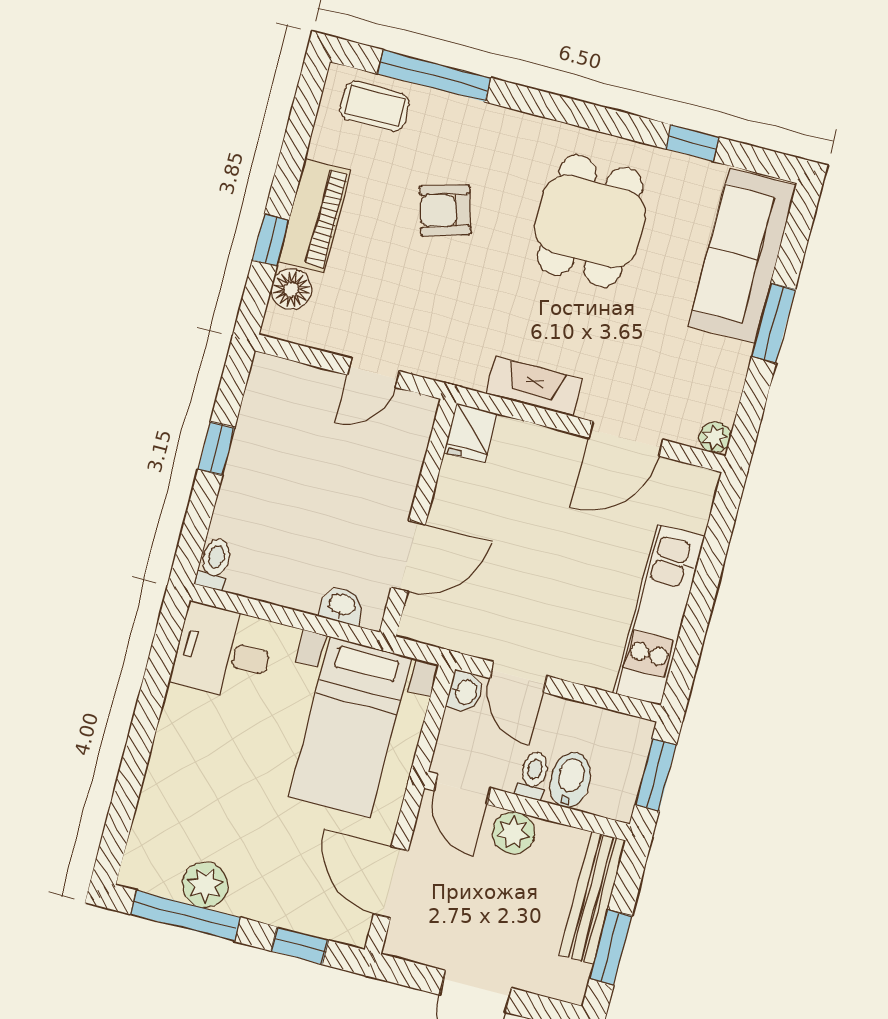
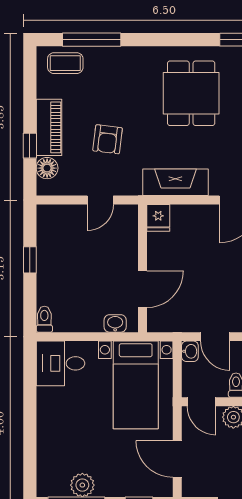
armchair: (445, 211) -> (108, 139), moved, turned -67
fireplace: (534, 386) -> (175, 182), width x1.37, depth x1.32

